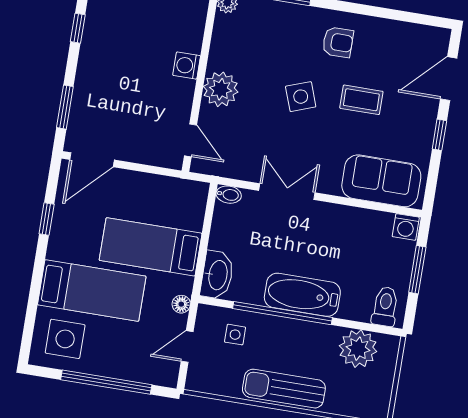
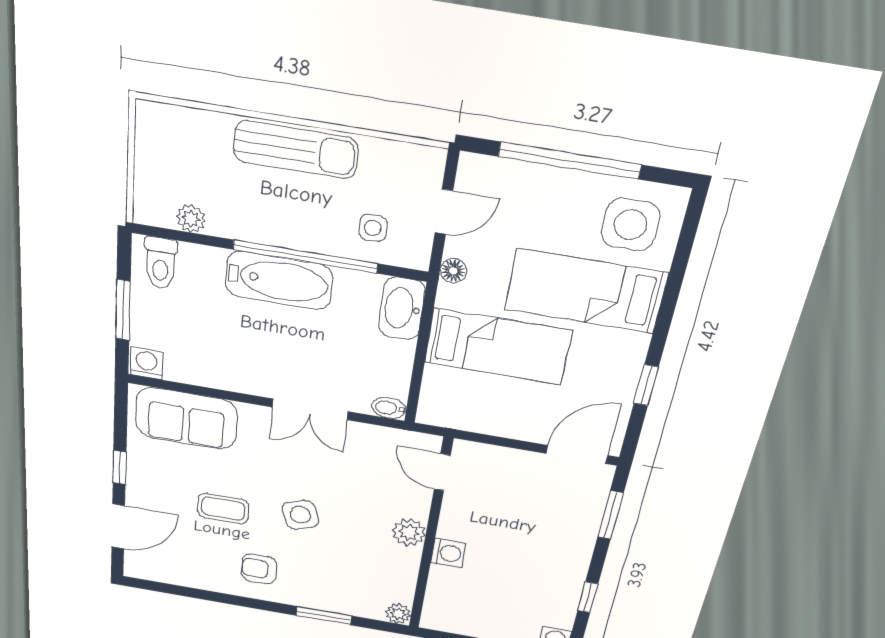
plant: (221, 89) -> (409, 532), width x0.73, depth x0.73
plant: (358, 349) -> (191, 219), width x0.53, depth x0.53

